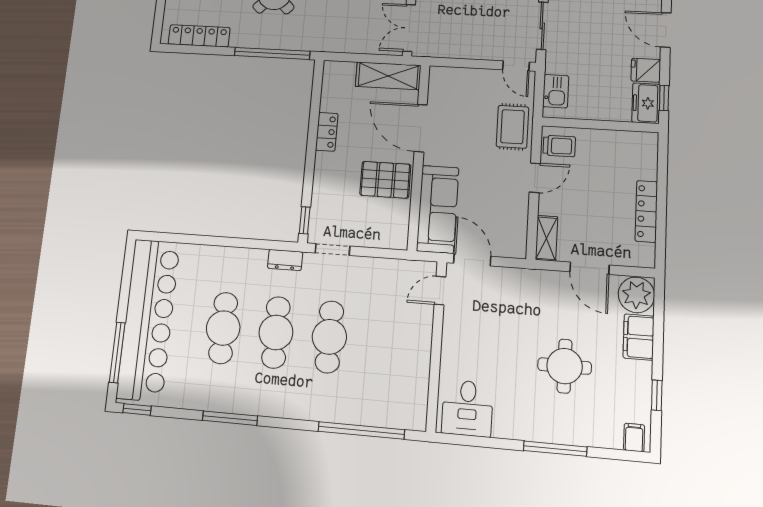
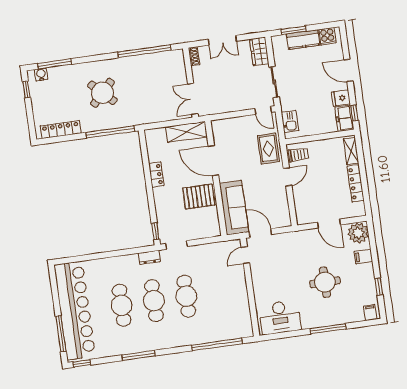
shelving: (546, 238) -> (351, 151), moved
filing cabinet: (639, 337) -> (363, 257), width x0.50
desk: (467, 408) -> (280, 317), width x1.37

